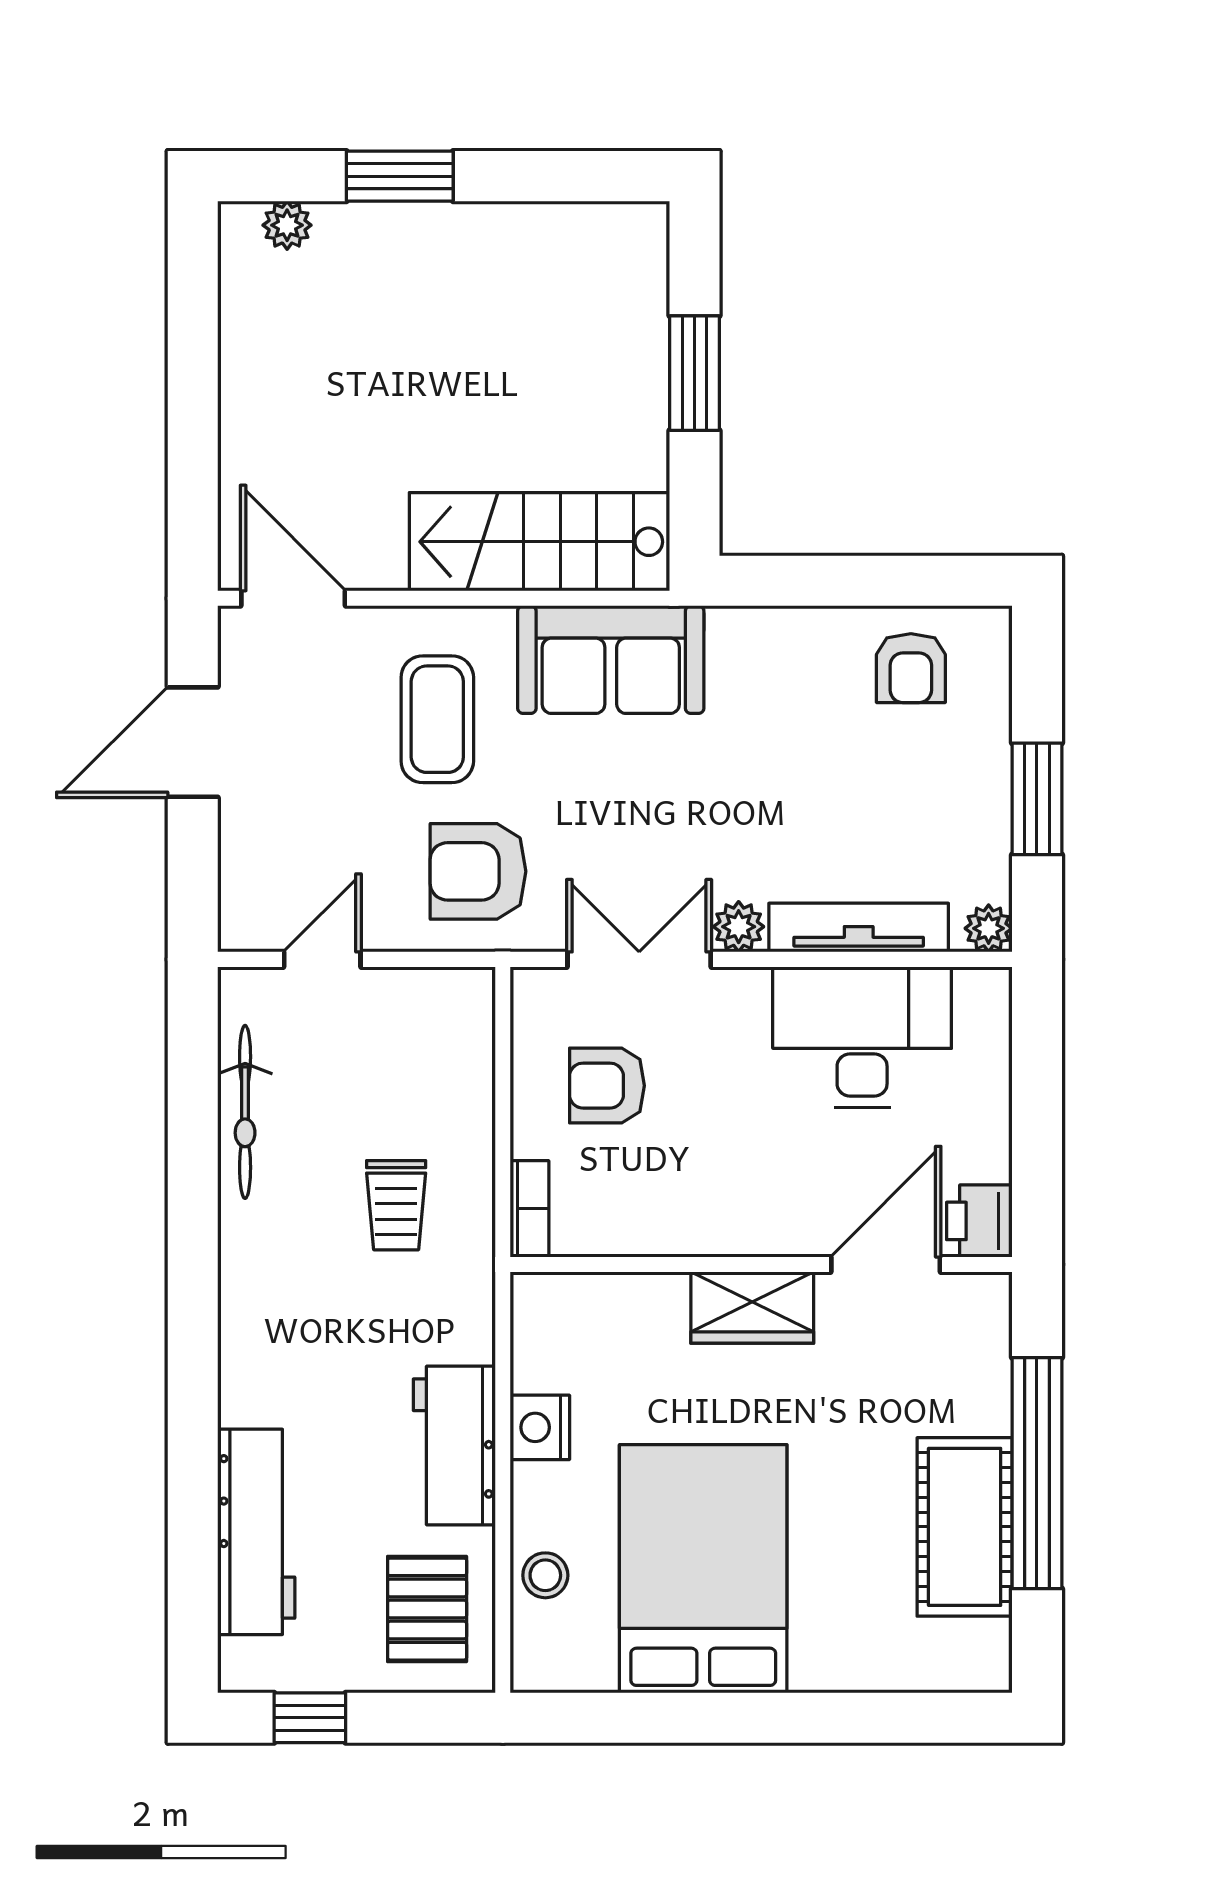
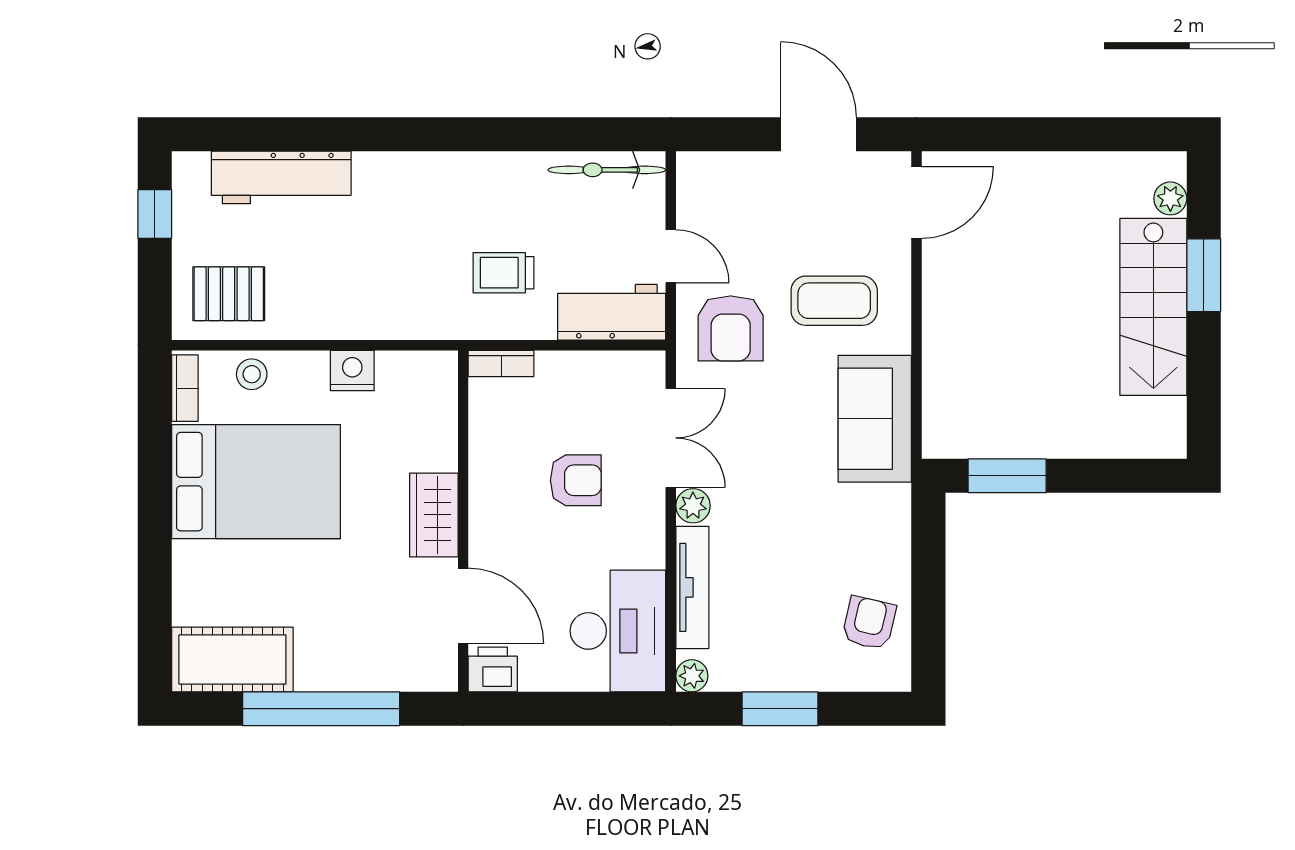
window: (695, 373) -> (1007, 476), moved
stairs: (539, 542) -> (1153, 307), moved, turned 180
armchair: (911, 668) -> (869, 623), turned 103
armchair: (478, 871) -> (731, 328), turned 180
door: (322, 959) -> (671, 256), moved
desk: (862, 1037) -> (618, 631), moved
armchair: (607, 1086) -> (576, 480), moved, turned 90
bicycle: (245, 1112) -> (607, 170), moved
workbench: (454, 1446) -> (612, 312), moved
cot: (965, 1527) -> (232, 659), moved
bookcase: (566, 1673) -> (185, 388), added

